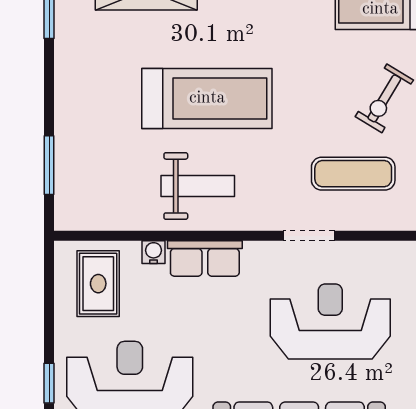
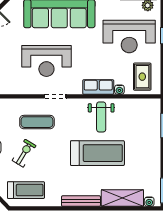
treadmill: (207, 98) -> (97, 153), turned 180
weight bench: (198, 186) -> (101, 117), turned -90

